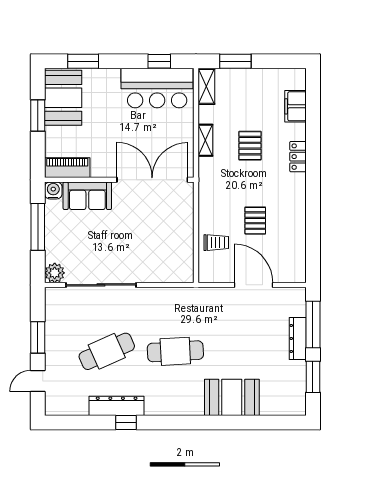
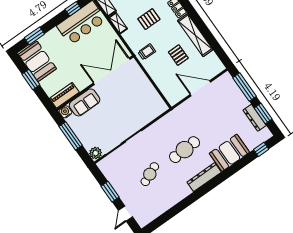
shelving: (205, 140) -> (118, 23), moved
pallet: (250, 146) -> (149, 19), turned 90
shelving: (296, 210) -> (195, 35), added
trolley: (216, 243) -> (147, 52), moved
dresser: (298, 338) -> (255, 118), moved
cafe table: (107, 351) -> (150, 174), width x0.73, depth x0.74
dresser: (117, 406) -> (204, 177), moved
window: (126, 423) -> (261, 149), moved

